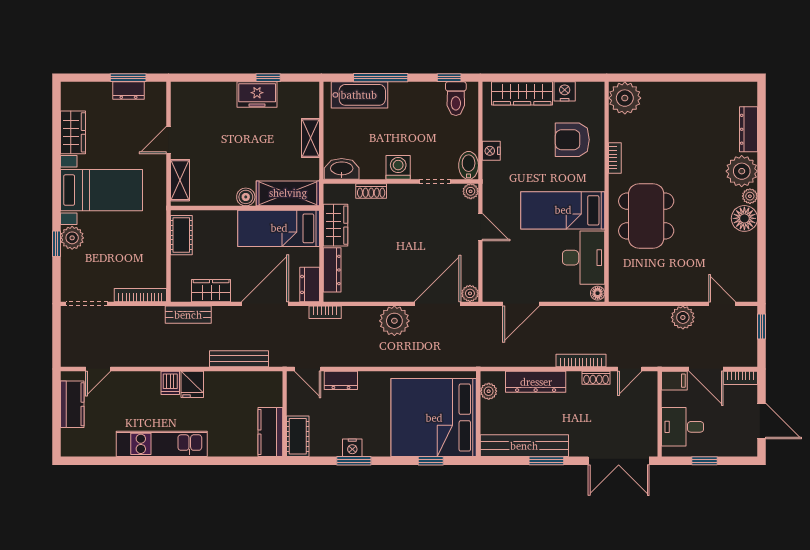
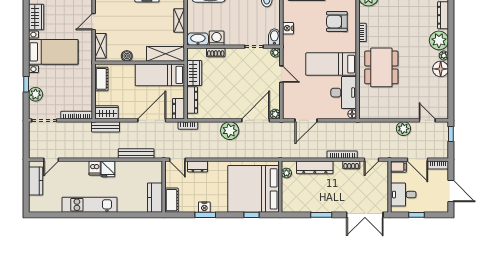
washing machine: (398, 167) -> (217, 38), moved
boiler: (246, 197) -> (127, 56), moved
plant: (72, 238) -> (36, 94), moved
wardrobe: (211, 291) -> (106, 112), moved
bench: (524, 446) -> (308, 206), removed

